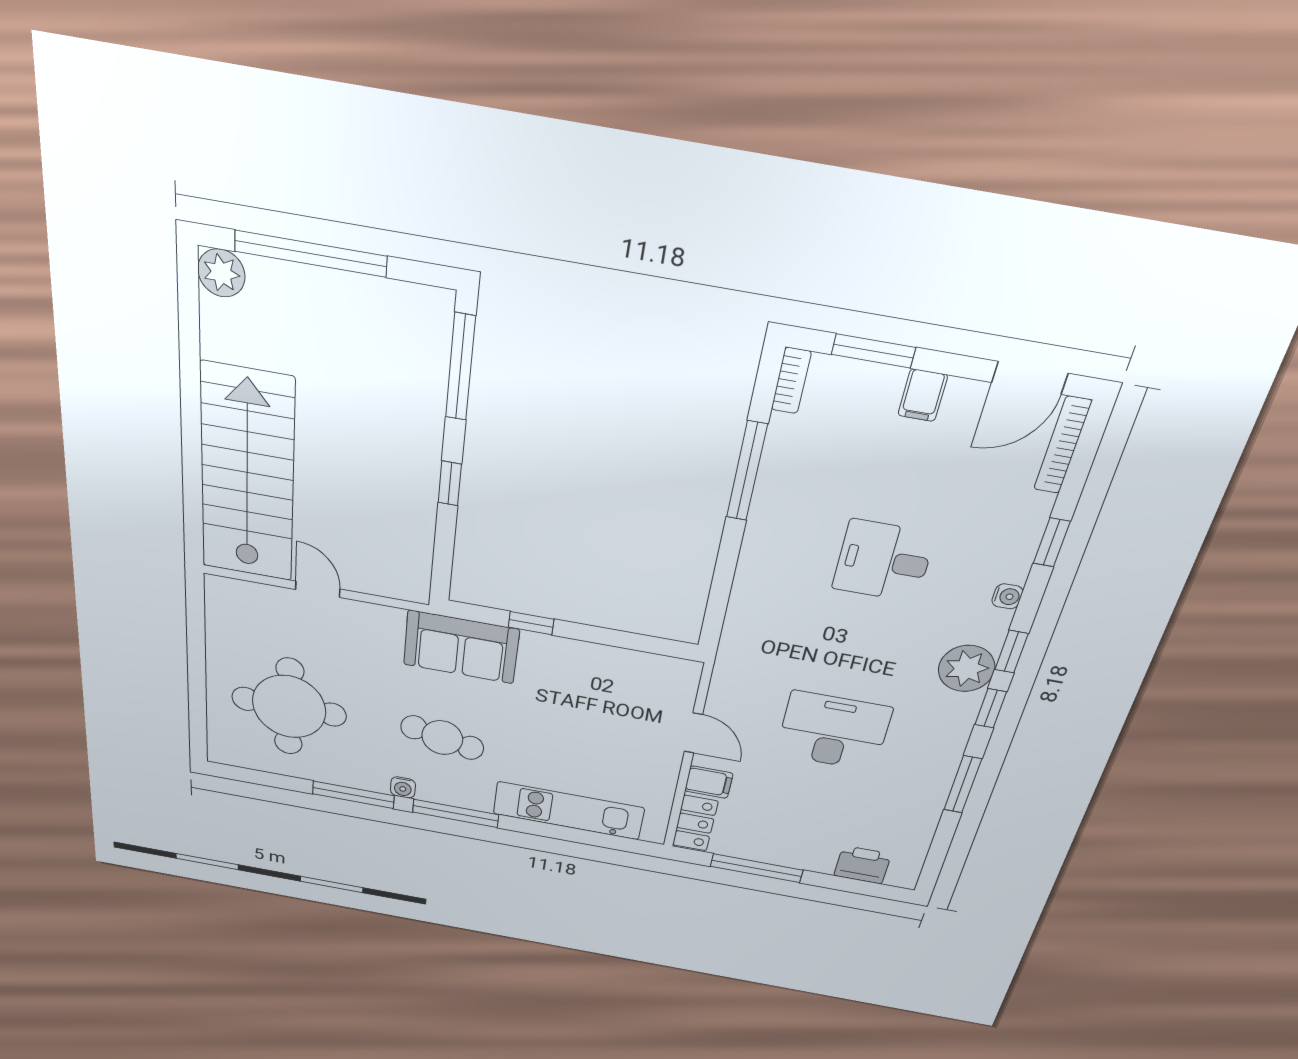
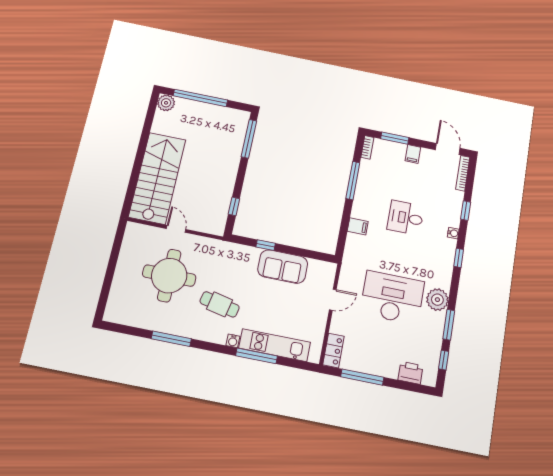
door: (1030, 378) -> (448, 149), swing flipped
window: (450, 483) -> (234, 206), moved
sofa: (461, 647) -> (283, 267), moved
plant: (967, 668) -> (437, 300), moved
round table: (289, 707) -> (169, 276), moved
window: (991, 708) -> (444, 360), moved
desk: (833, 731) -> (392, 298), width x1.36, depth x1.30
door: (693, 733) -> (333, 300), hinge flipped
filing cabinet: (709, 782) -> (358, 226), moved
water cooler: (403, 787) -> (233, 341), moved
window: (456, 813) -> (256, 356), moved

